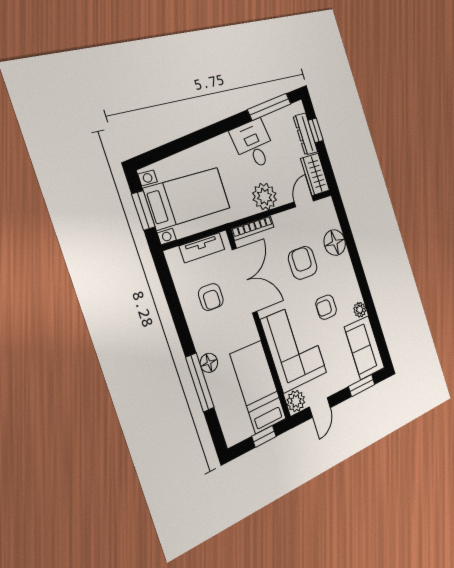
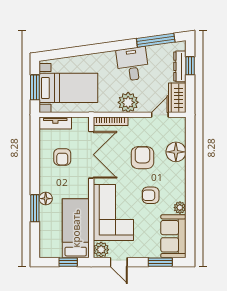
tv unit: (202, 248) -> (55, 123), moved
window: (200, 382) -> (35, 208), width x0.69
door: (320, 407) -> (119, 262), hinge flipped

